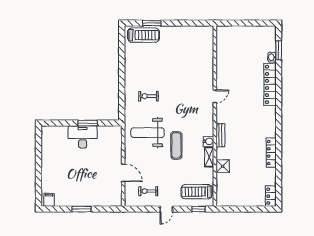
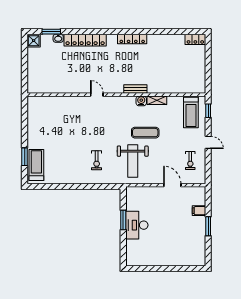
locker: (271, 152) -> (132, 39), moved
shower: (223, 166) -> (34, 41), moved
door: (123, 173) -> (172, 185), hinge flipped
filing cabinet: (49, 200) -> (199, 211), moved

